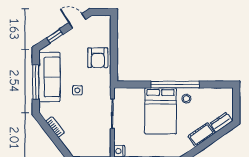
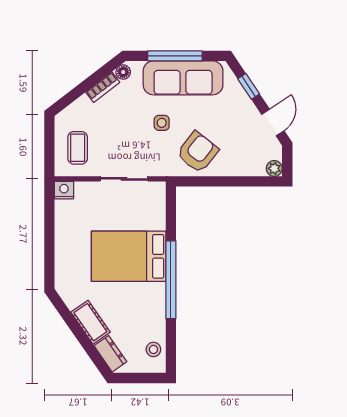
plant: (106, 20) -> (274, 168), added
armchair: (98, 58) -> (198, 152), moved, turned 128
stool: (186, 99) -> (153, 349), moved
floor lamp: (46, 114) -> (123, 72), added
coffee table: (93, 143) -> (78, 148), added

